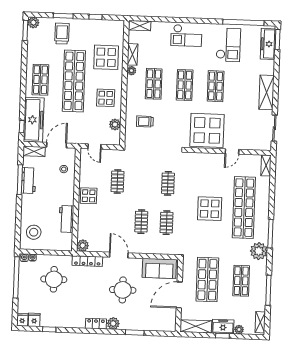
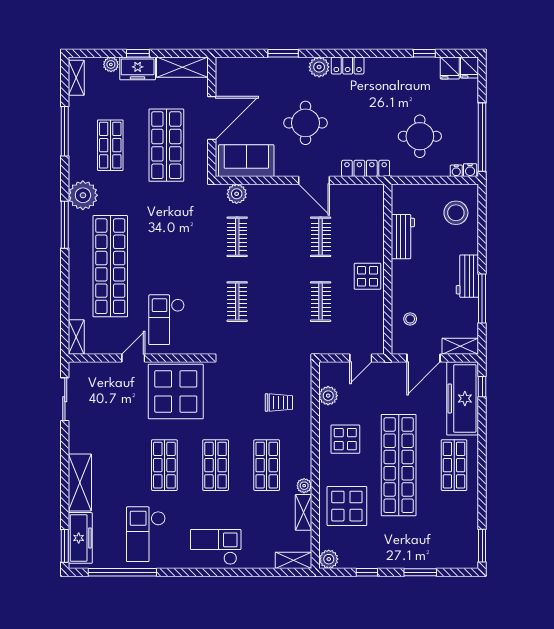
plant: (33, 23) -> (329, 559), moved
trolley: (62, 34) -> (421, 543), removed
shelving: (267, 92) -> (80, 482), moved
door: (94, 146) -> (361, 358), swing flipped
checkout: (211, 174) -> (167, 320), added
workbench: (29, 180) -> (467, 276), moved
display table: (210, 209) -> (167, 262), removed
clothes rail: (141, 222) -> (321, 237), moved
plant: (83, 246) -> (237, 194), moved

